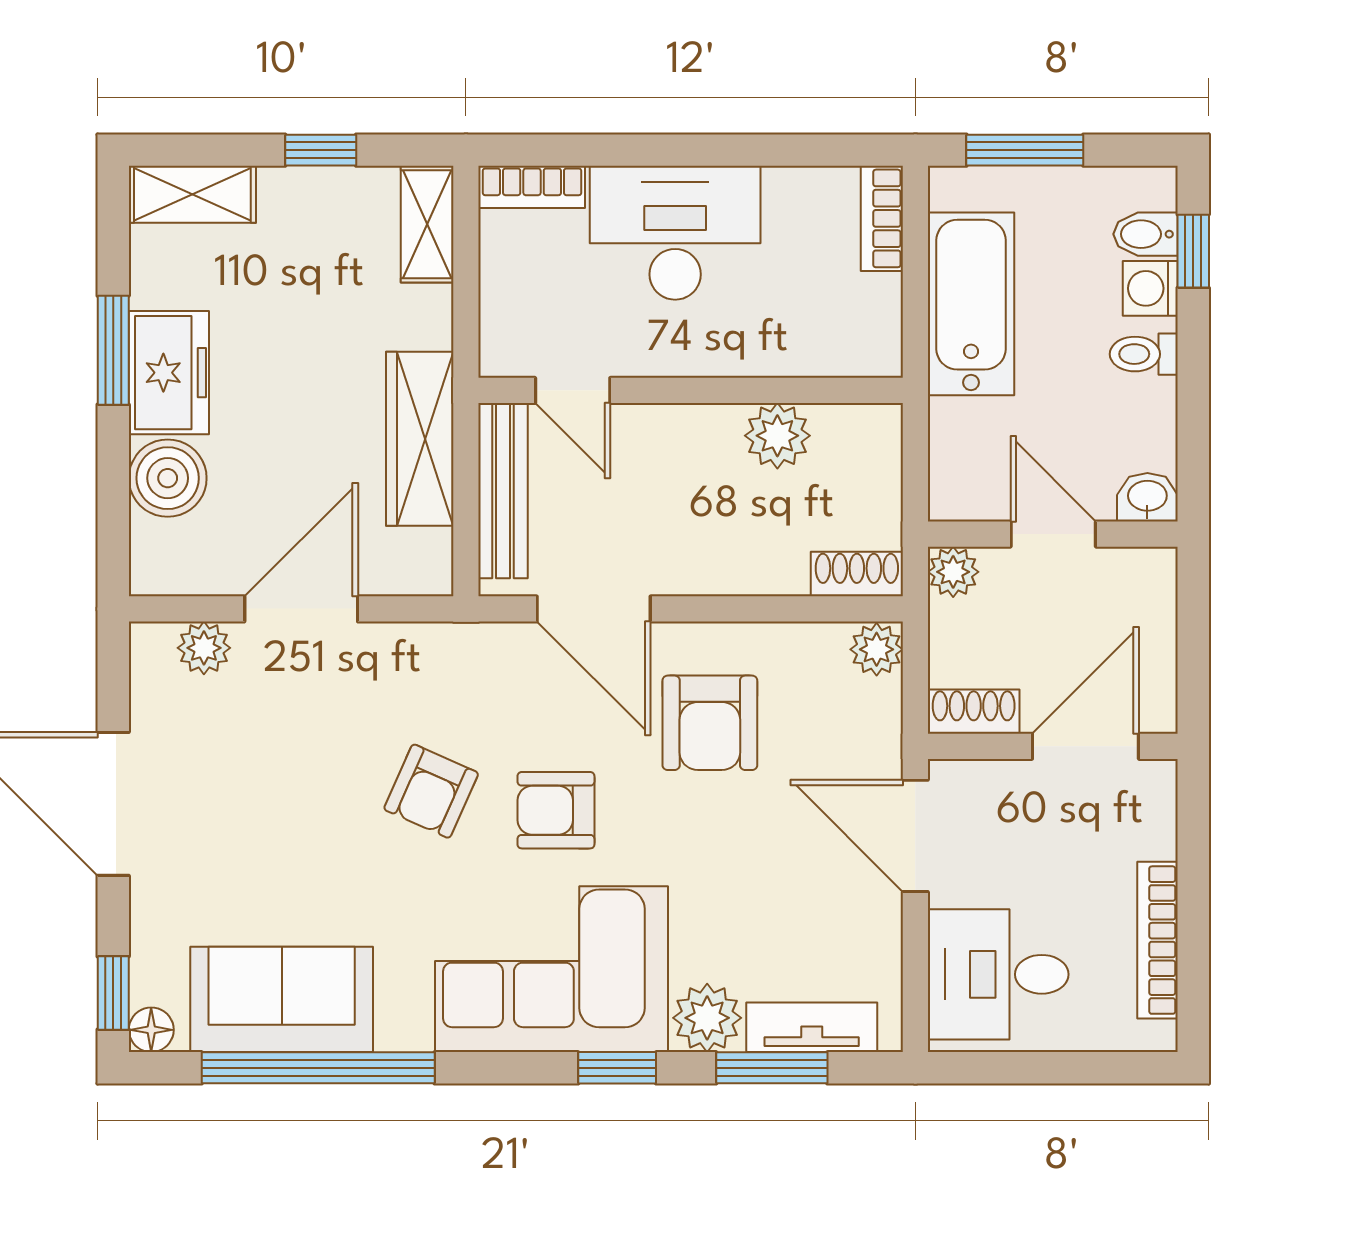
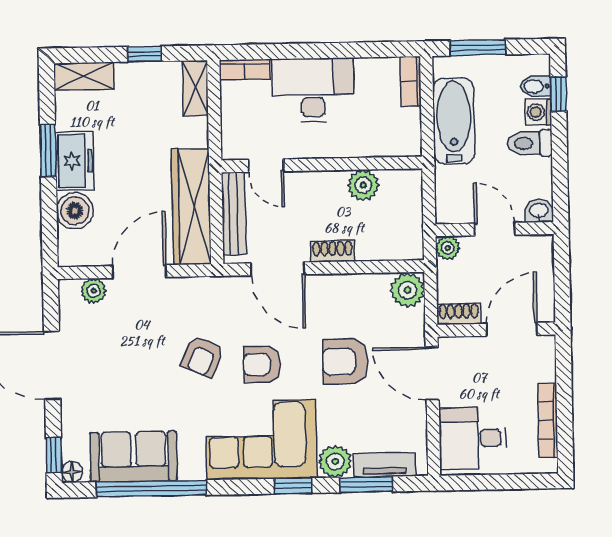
toilet: (1144, 354) -> (530, 143), width x1.37, depth x1.39
wardrobe: (420, 439) -> (191, 206), width x1.40, depth x1.17
shoe rack: (857, 574) -> (332, 251), moved
plant: (877, 649) -> (408, 290), width x1.38, depth x1.38
armchair: (710, 723) -> (345, 361), moved, turned 90

